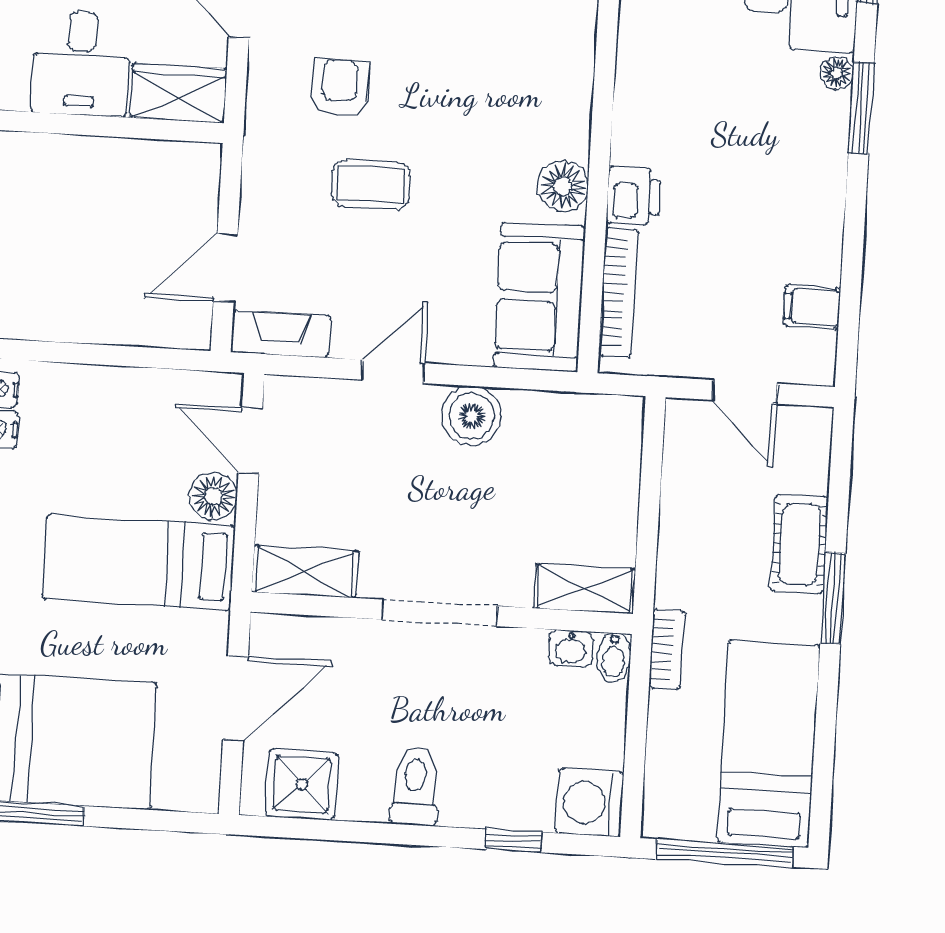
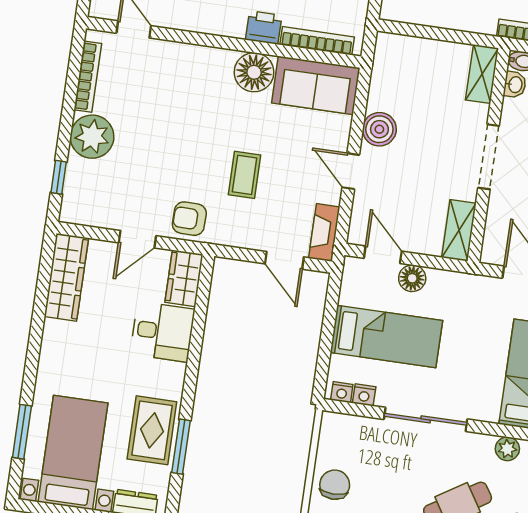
armchair: (340, 88) -> (189, 219), moved
floor lamp: (563, 186) -> (254, 72), width x1.38, depth x1.38
door: (250, 441) -> (383, 255), swing flipped
bed: (139, 563) -> (386, 336), moved, turned -90

